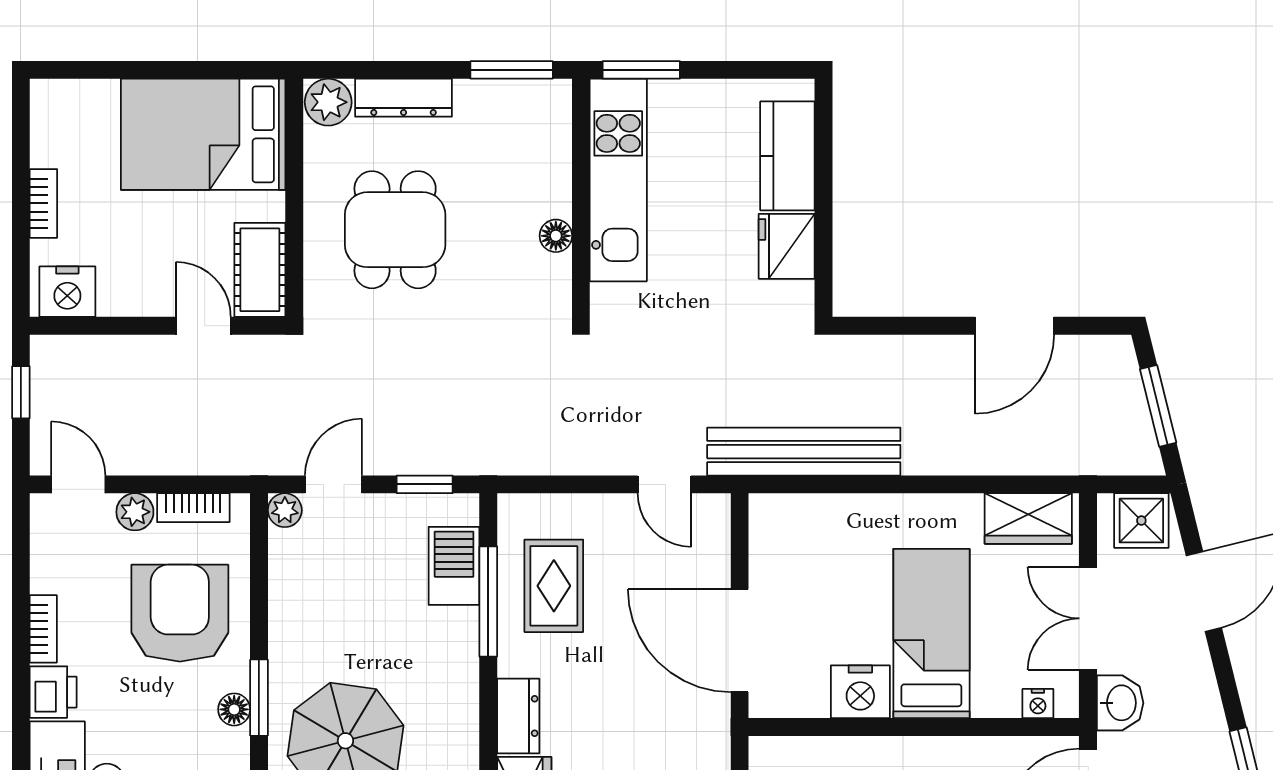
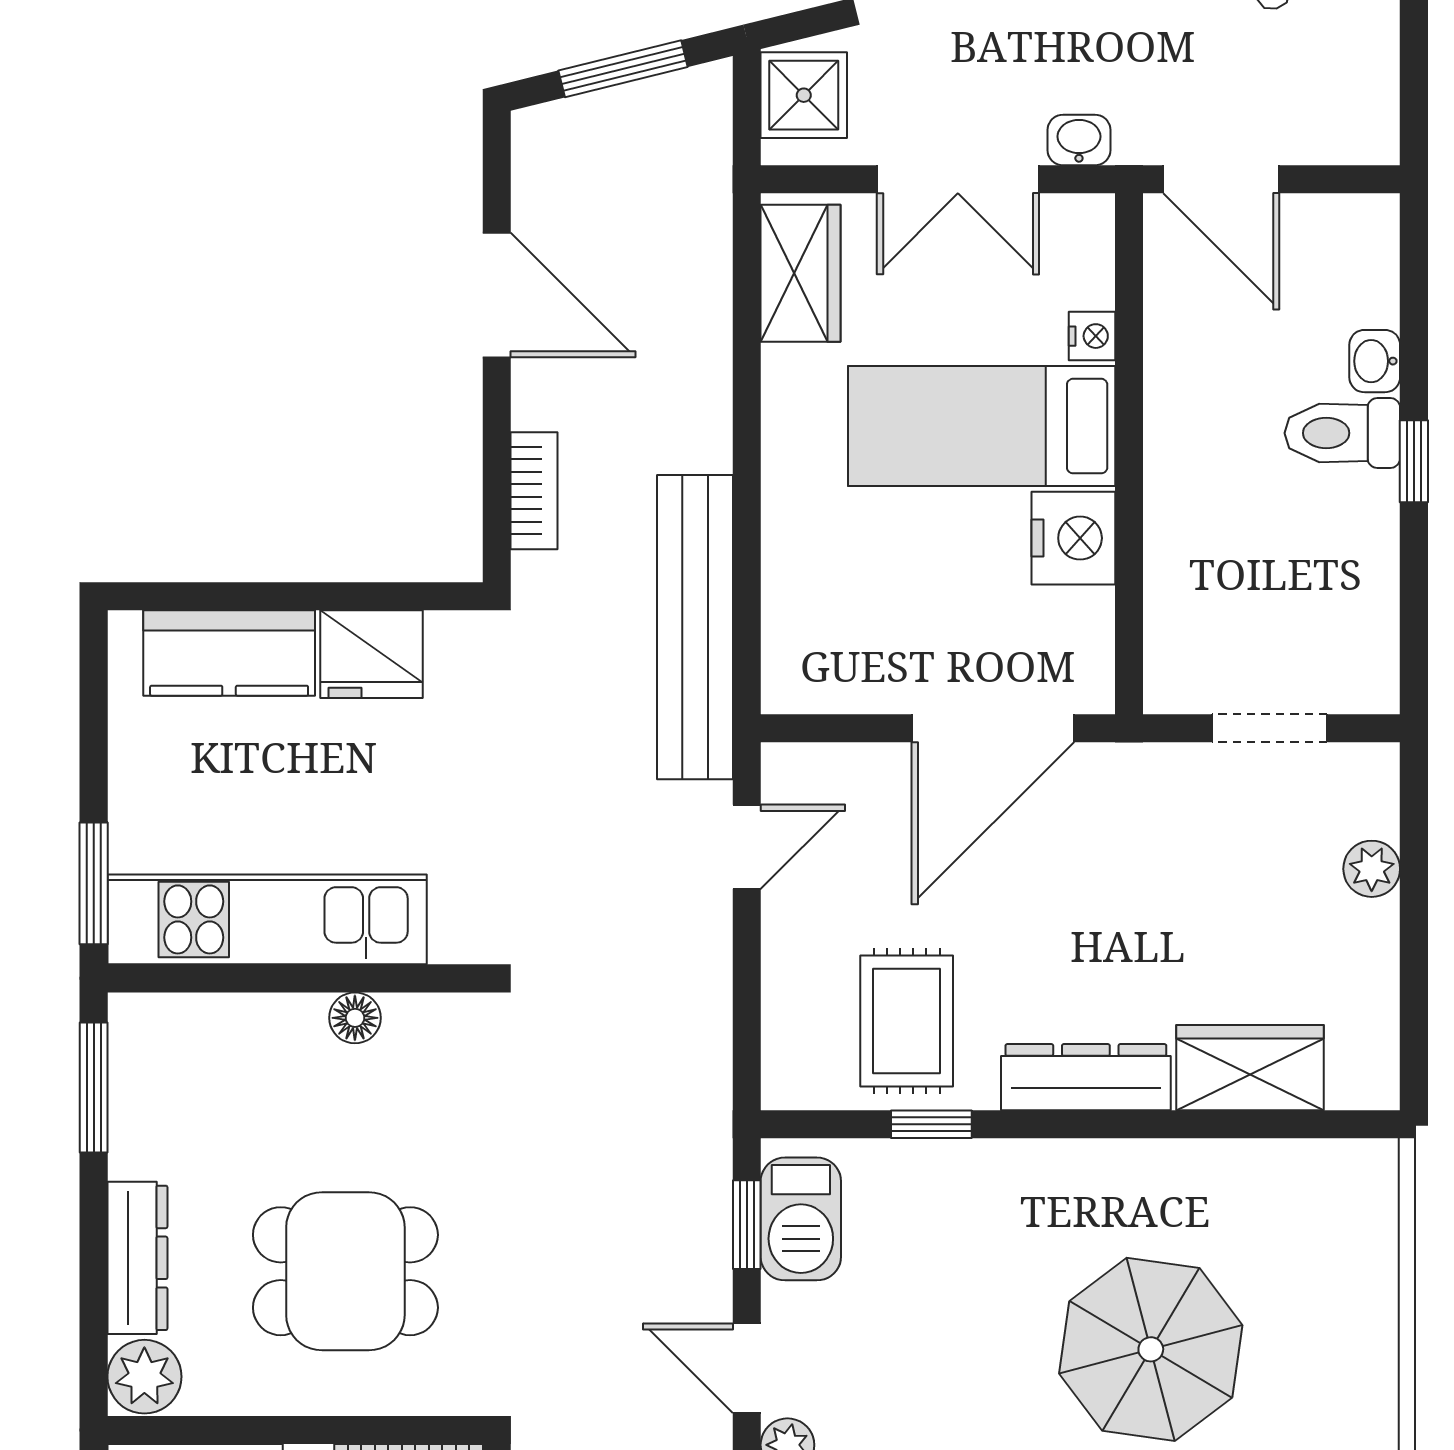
bookcase: (890, 349) -> (534, 491), added
barbecue: (454, 566) -> (801, 1219), moved, turned -90
rug: (554, 586) -> (907, 1021), turned 90
window: (488, 602) -> (931, 1124), width x0.46
washbasin: (1120, 703) -> (1079, 140), width x0.72, depth x0.69
nightstand: (1038, 704) -> (1092, 336), moved
dresser: (518, 716) -> (1086, 1077), width x1.44

